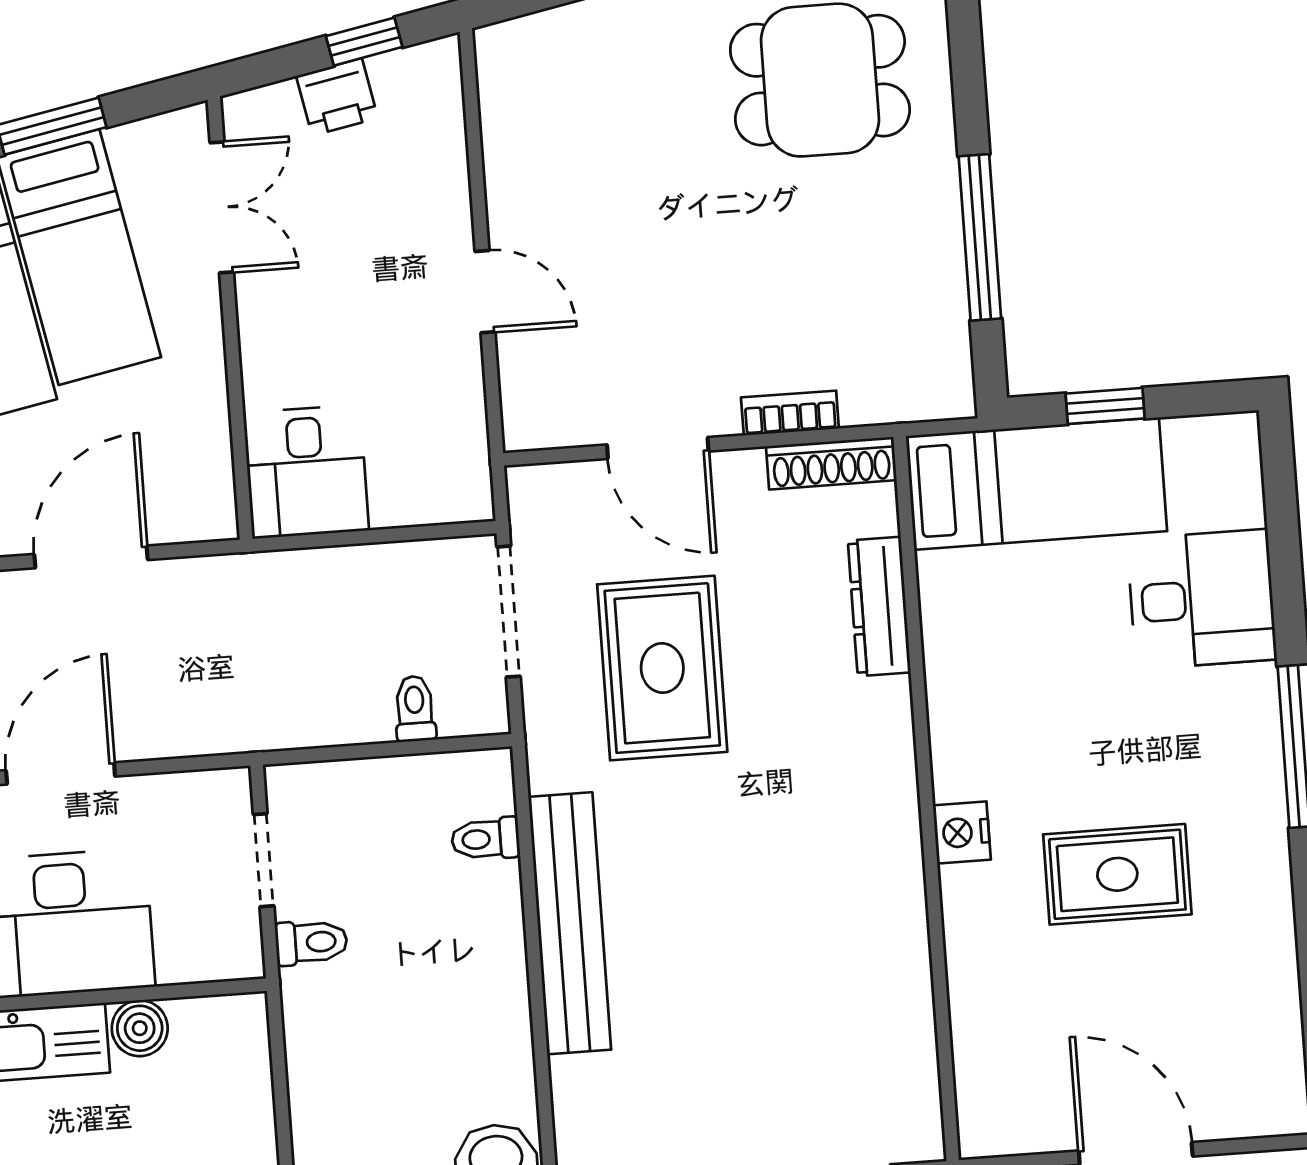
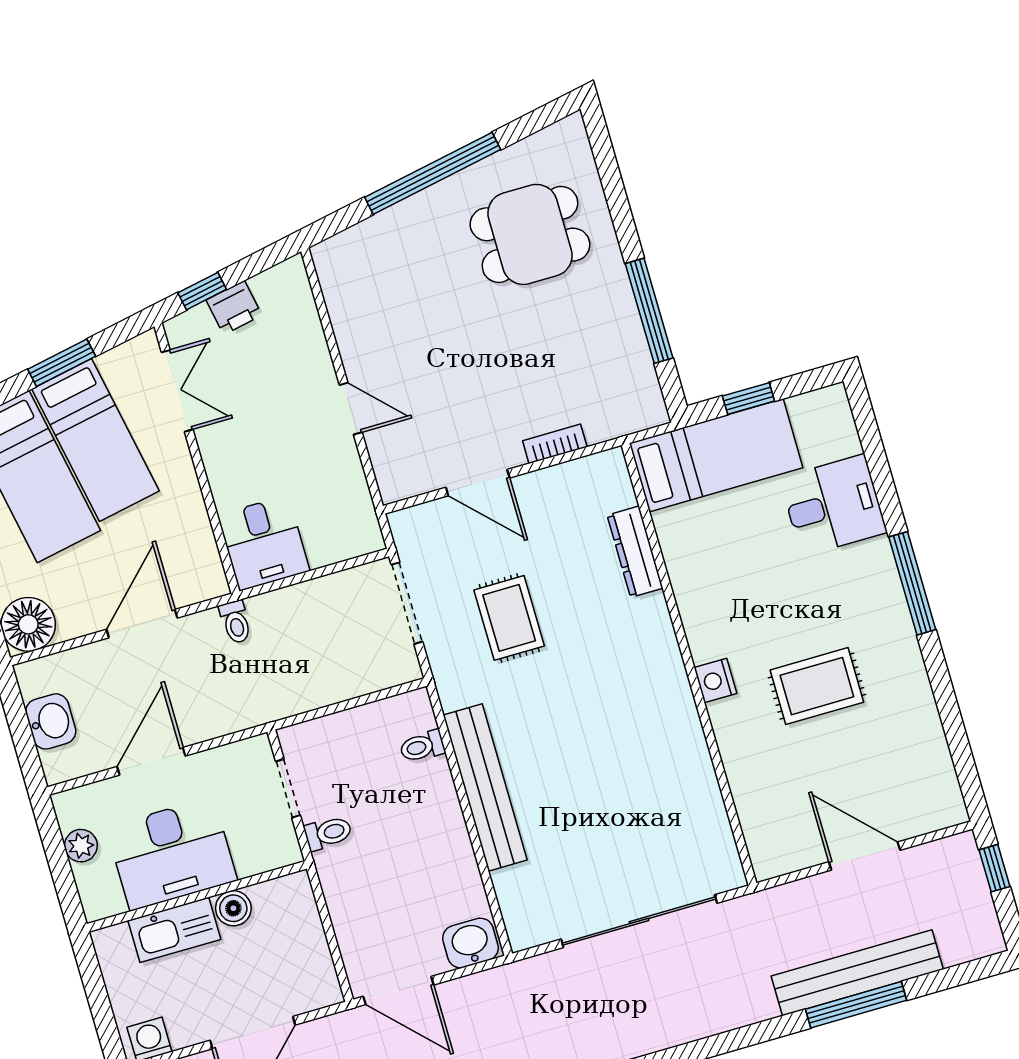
window: (364, 42) -> (202, 291), moved
shoe rack: (831, 463) -> (587, 469), removed
rug: (662, 668) -> (509, 618), width x0.73, depth x0.70
toilet: (415, 709) -> (235, 622), moved, turned 180

